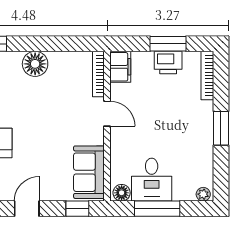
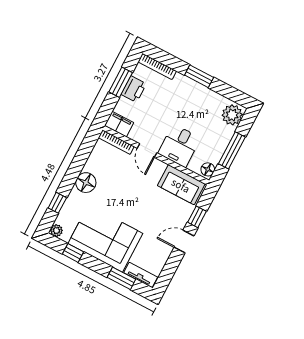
door: (107, 114) -> (147, 151), swing flipped
desk: (152, 180) -> (179, 146), moved, turned 90
plant: (203, 194) -> (232, 115), width x1.87, depth x1.87
door: (27, 209) -> (184, 242), hinge flipped
window: (77, 209) -> (197, 217), moved

